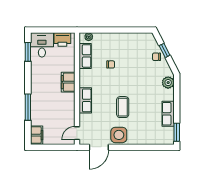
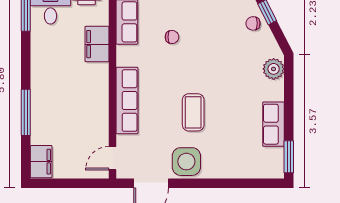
filing cabinet: (68, 82) -> (97, 44), moved
row of seats: (85, 100) -> (127, 101), width x1.48

